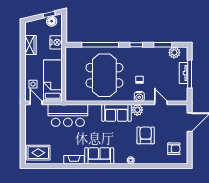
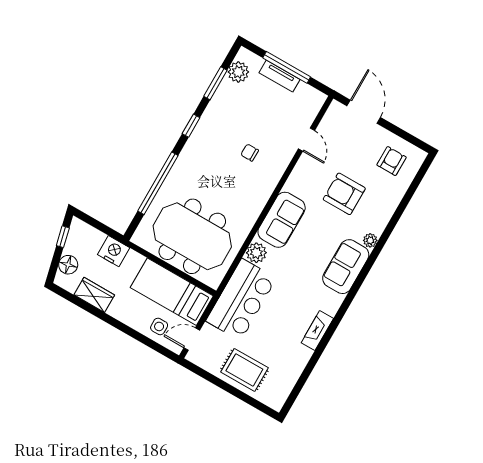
floor lamp: (52, 21) -> (68, 265), moved
meeting table: (104, 75) -> (192, 236), moved
water cooler: (139, 96) -> (276, 168), removed
door: (161, 103) -> (306, 140), swing flipped
plant: (137, 110) -> (256, 253), moved
rug: (38, 153) -> (244, 370), moved, turned 90
sofa: (99, 156) -> (346, 267), moved

